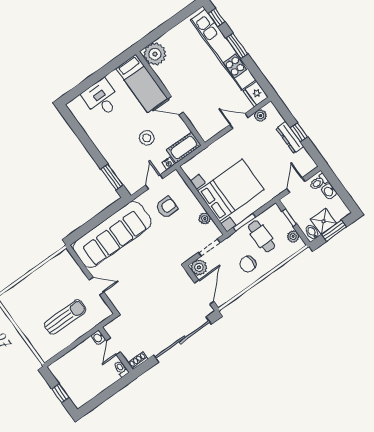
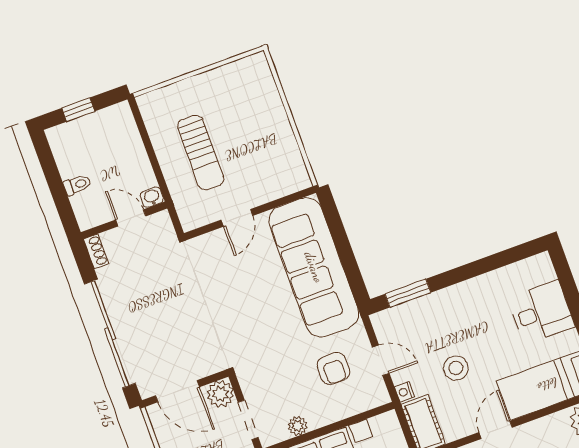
toilet: (121, 369) -> (77, 185), moved

